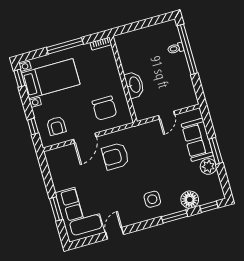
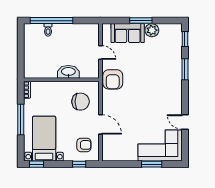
armchair: (115, 156) -> (113, 79), moved
side table: (152, 199) -> (166, 83), removed
floor lamp: (190, 200) -> (175, 53), removed

